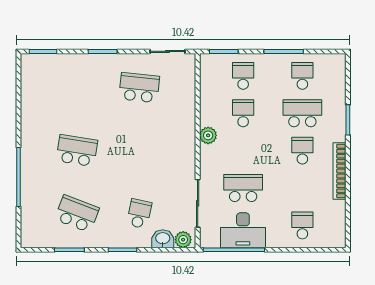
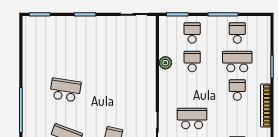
school desk: (139, 88) -> (113, 42), removed
plant: (208, 135) -> (165, 63), moved

